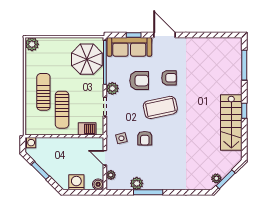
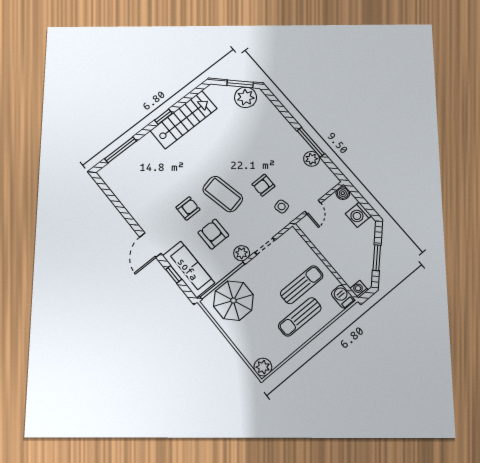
armchair: (169, 78) -> (188, 208), turned 90
barbecue: (87, 129) -> (343, 297), moved
armchair: (145, 138) -> (263, 185), turned 180
plant: (111, 175) -> (324, 189), removed
plant: (216, 178) -> (246, 97), width x1.88, depth x1.88

